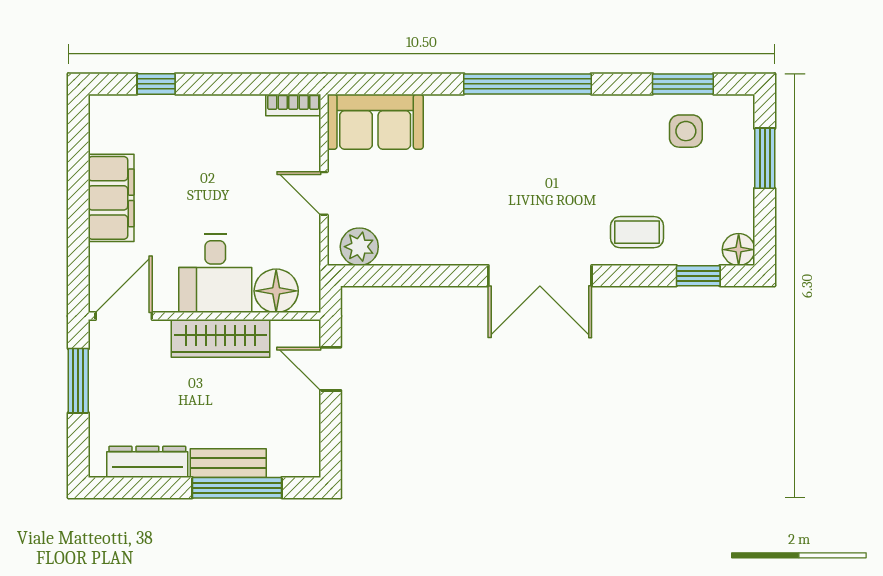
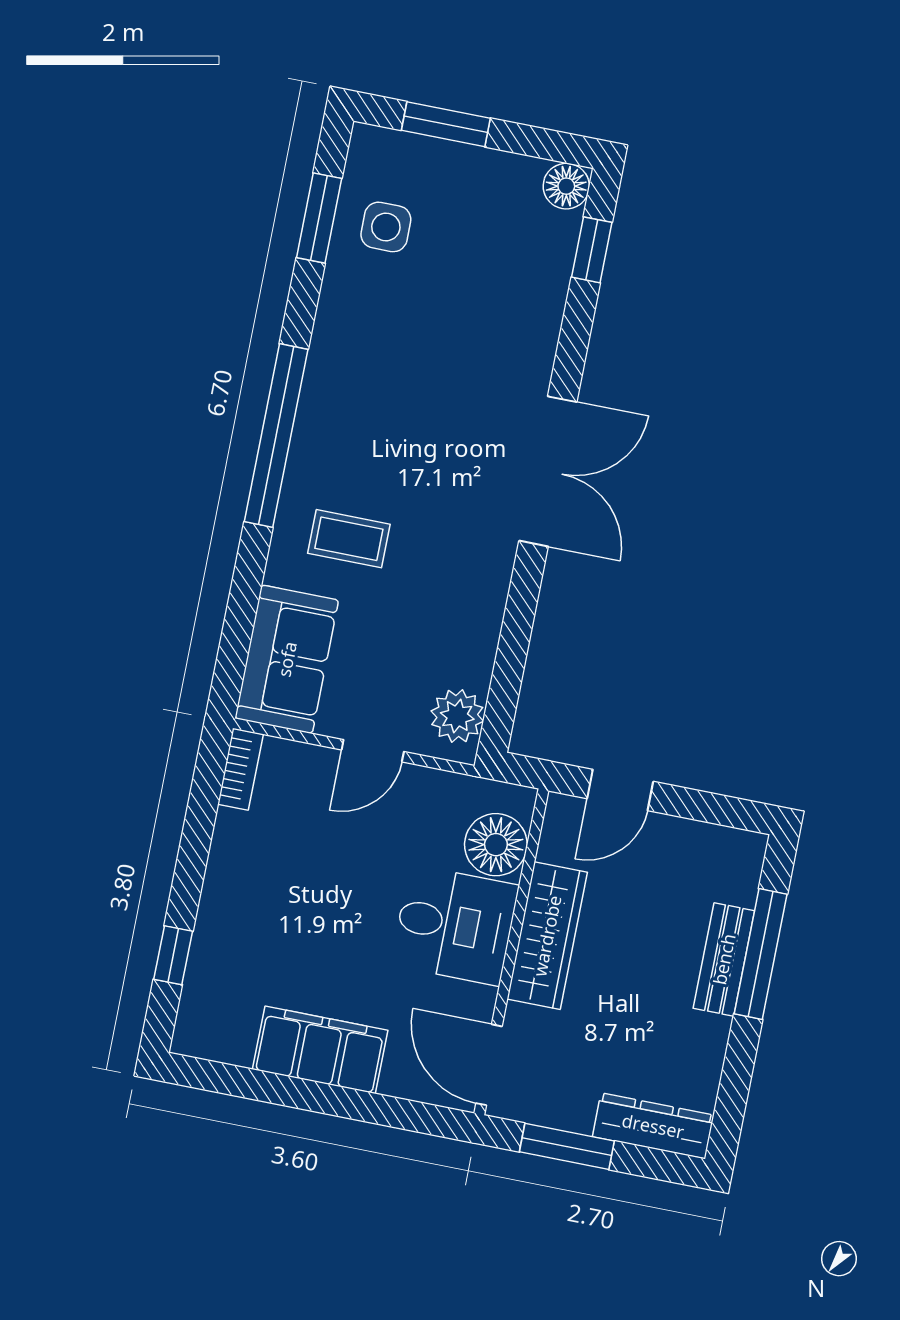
coffee table: (637, 232) -> (349, 539), moved, turned 90
dresser: (147, 462) -> (653, 1126), moved, turned 90

